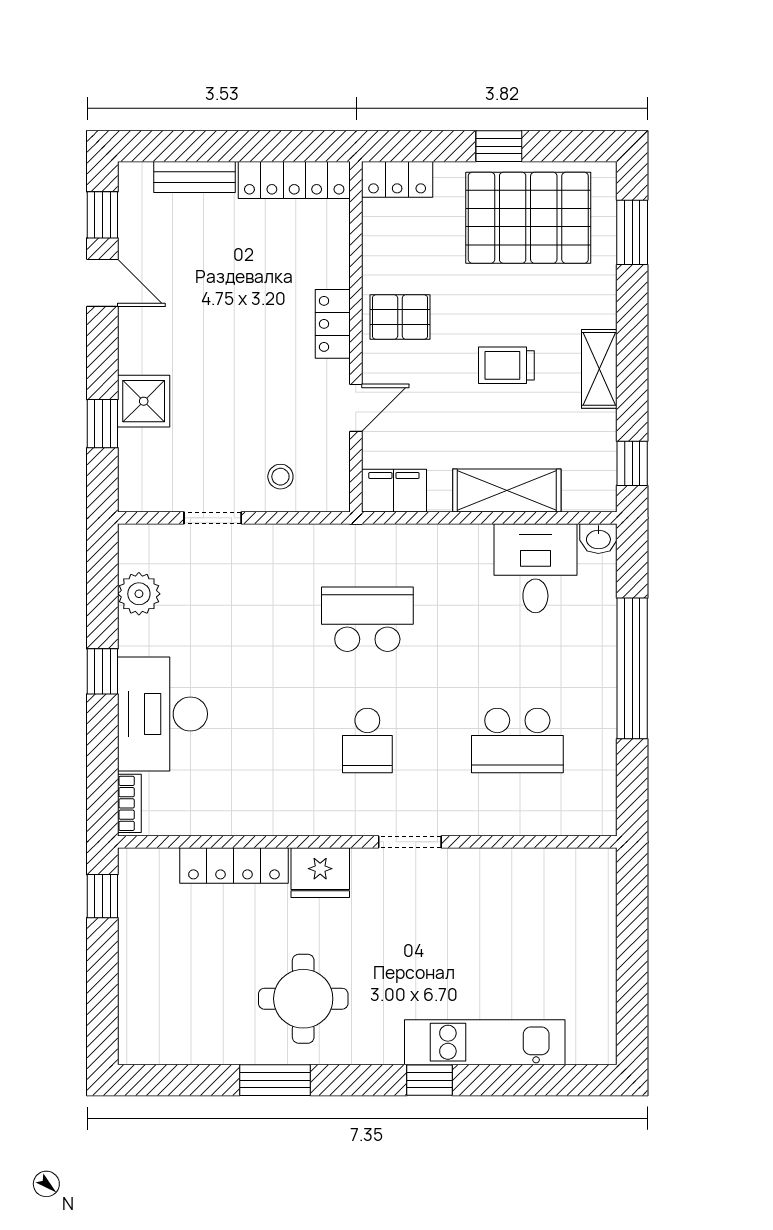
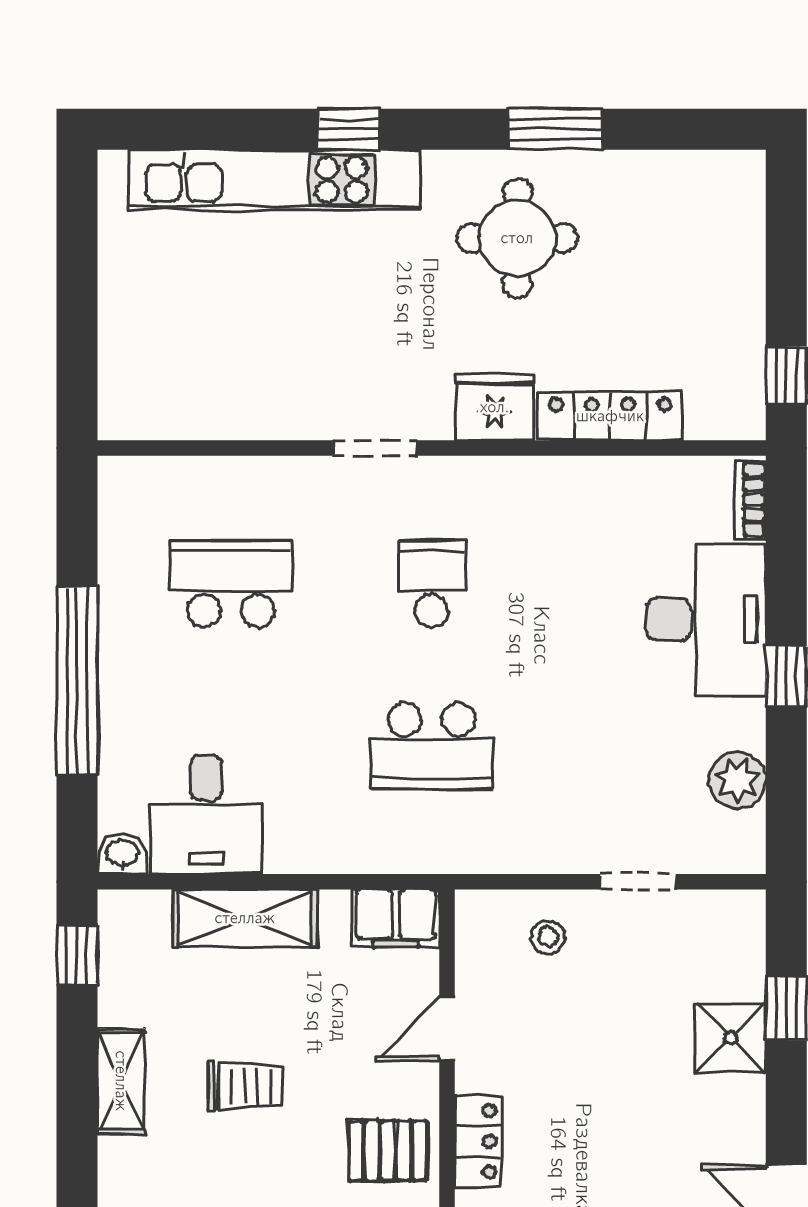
kitchen unit: (485, 1042) -> (274, 180), width x1.36

